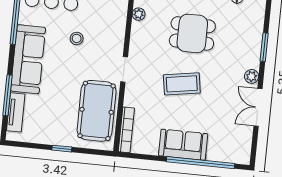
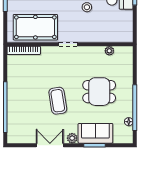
dining table: (192, 33) -> (99, 92), turned 90
coffee table: (182, 84) -> (58, 101), moved
sofa: (183, 145) -> (95, 133), moved, turned -90

